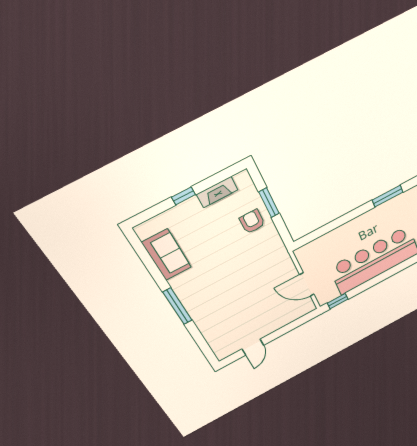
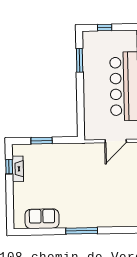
window: (183, 196) -> (9, 167), moved
armchair: (252, 222) -> (49, 157), removed

